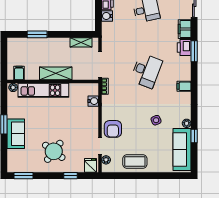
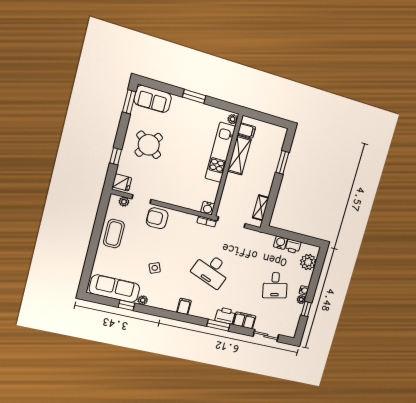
shelving: (56, 73) -> (239, 155), moved
water cooler: (93, 101) -> (208, 208), moved
sofa: (16, 134) -> (153, 99), moved

